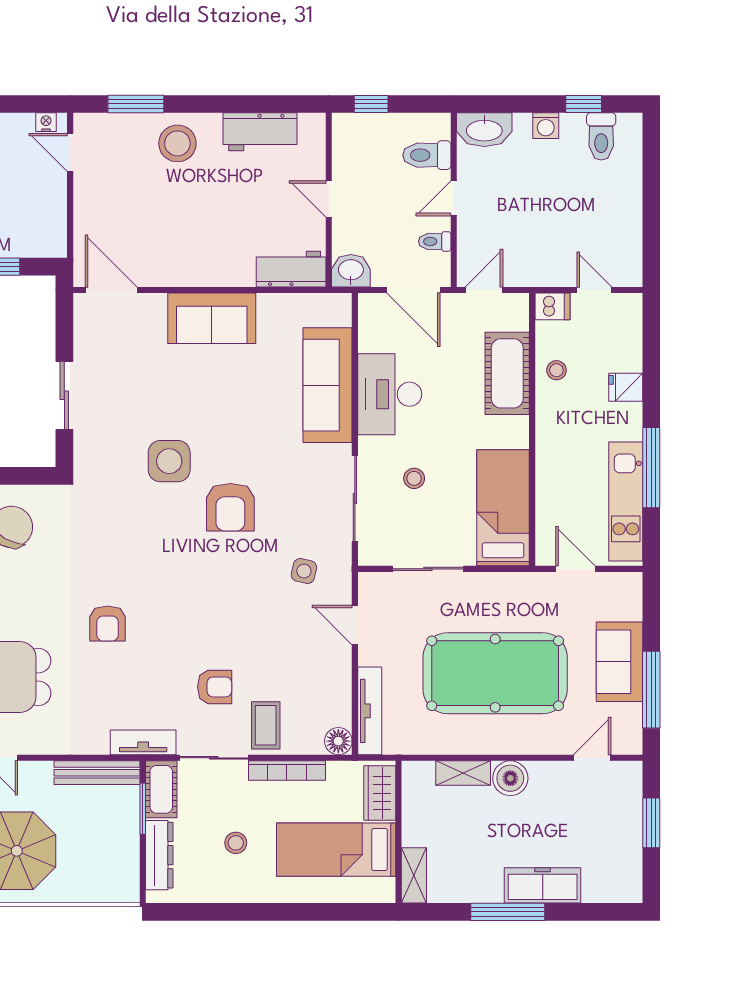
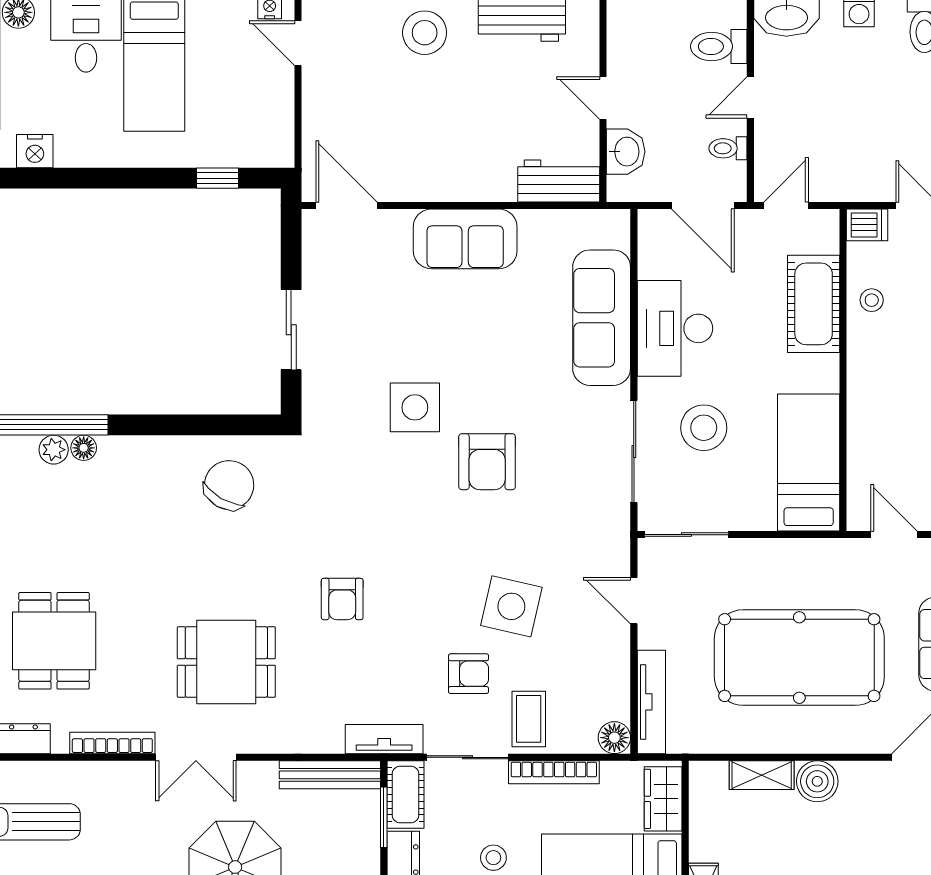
washbasin: (351, 271) -> (626, 152), moved, turned 90
stool: (414, 478) -> (704, 428), width x1.89, depth x1.89
sliding door: (428, 569) -> (687, 535), moved
side table: (304, 571) -> (511, 606), moved, width x1.87, depth x1.87

